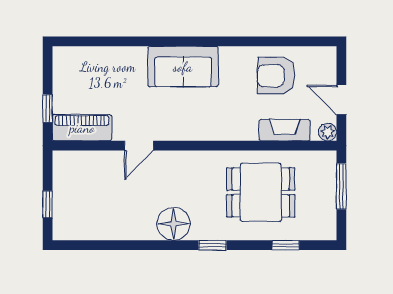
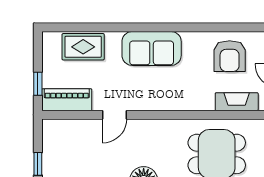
rug: (101, 65) -> (83, 47), added
armchair: (276, 76) -> (230, 56), turned -90

